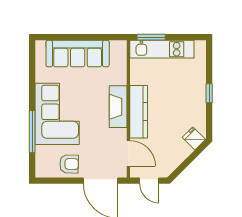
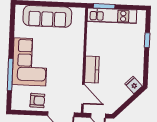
window: (209, 93) -> (147, 40), moved
fireplace: (118, 107) -> (77, 58), removed
kitchen counter: (139, 112) -> (92, 70), width x0.67

